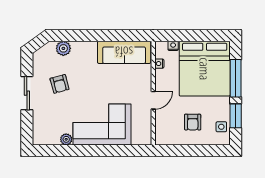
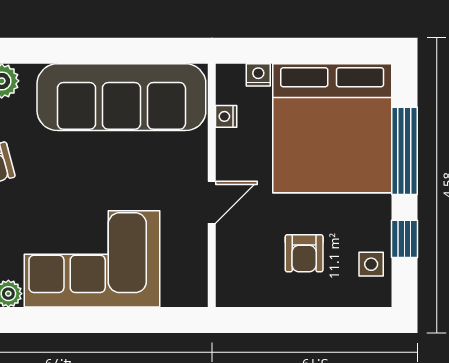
sofa: (124, 52) -> (121, 97), width x1.36, depth x1.27
window: (236, 116) -> (404, 239), width x0.67

